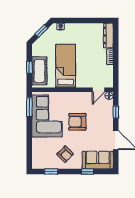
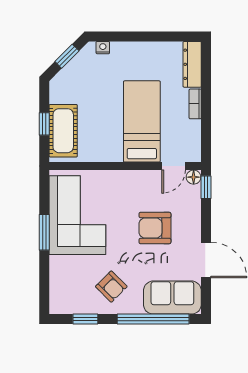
bed: (66, 66) -> (142, 121), moved
window: (29, 107) -> (44, 232), moved
window: (116, 112) -> (206, 187), moved
armchair: (77, 122) -> (155, 228), moved
window: (87, 172) -> (153, 319), width x3.17

